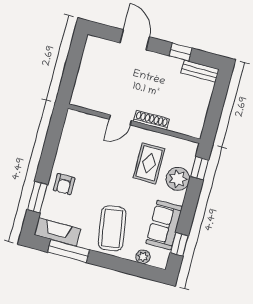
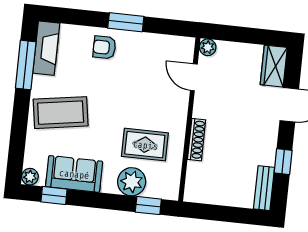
wardrobe: (101, 47) -> (274, 66), added
plant: (77, 99) -> (208, 47), added
door: (120, 120) -> (194, 77), moved
window: (37, 197) -> (126, 22), moved
plant: (143, 257) -> (30, 177), moved

